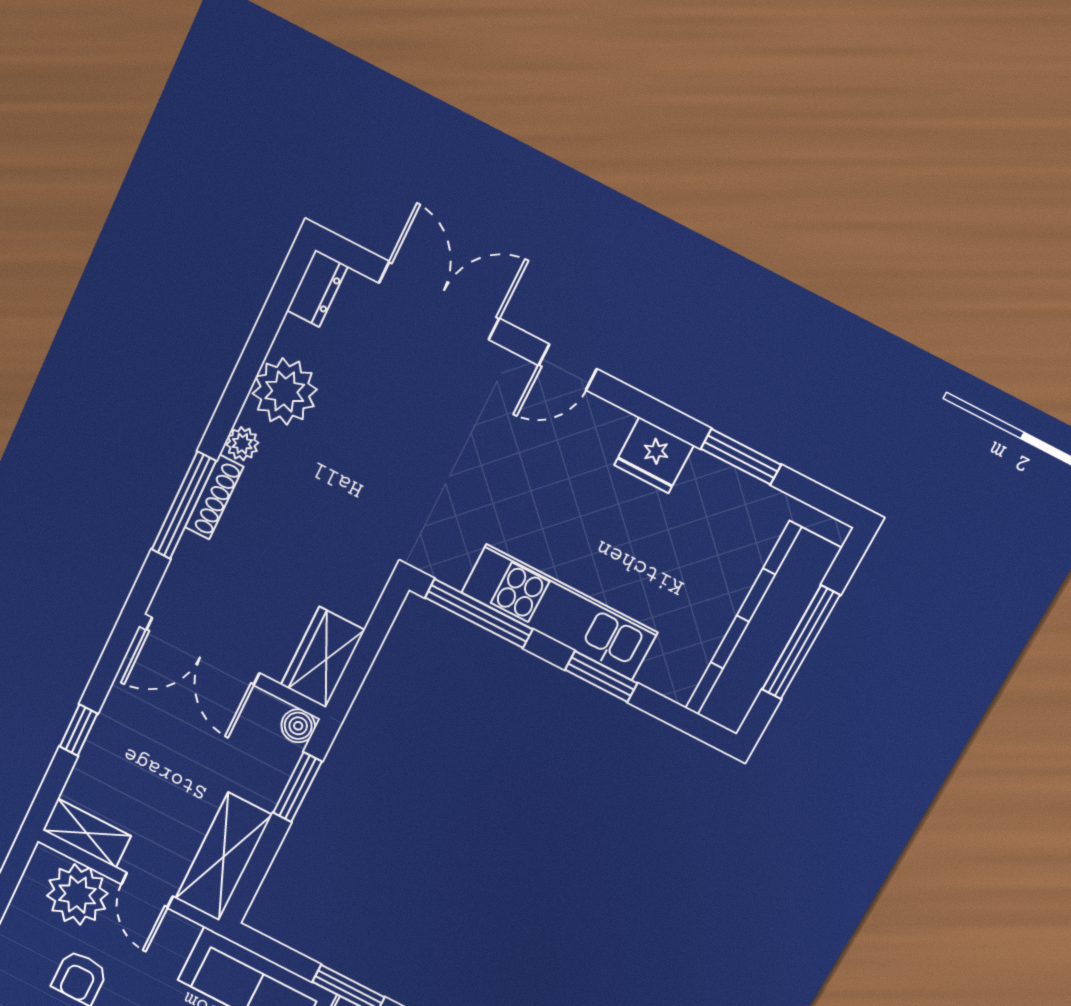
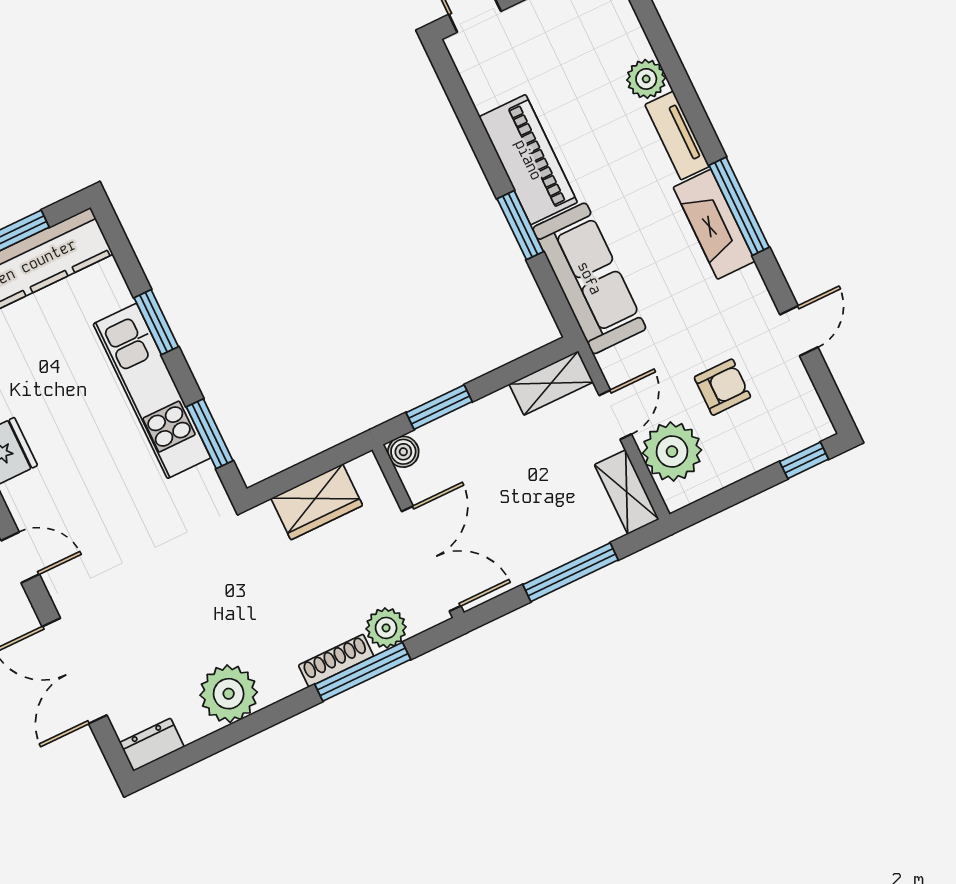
plant: (242, 444) -> (386, 628), moved, width x1.38, depth x1.38
window: (479, 613) -> (210, 434), width x0.69
wardrobe: (323, 657) -> (317, 502), moved
window: (79, 730) -> (571, 572), width x2.17
shelving: (223, 857) -> (551, 383), width x0.67, depth x0.75

